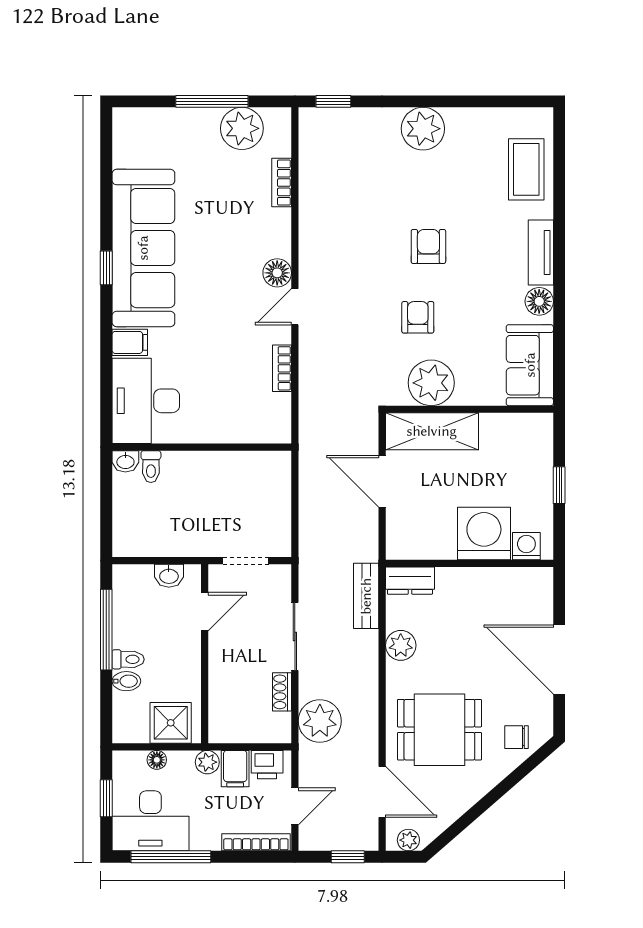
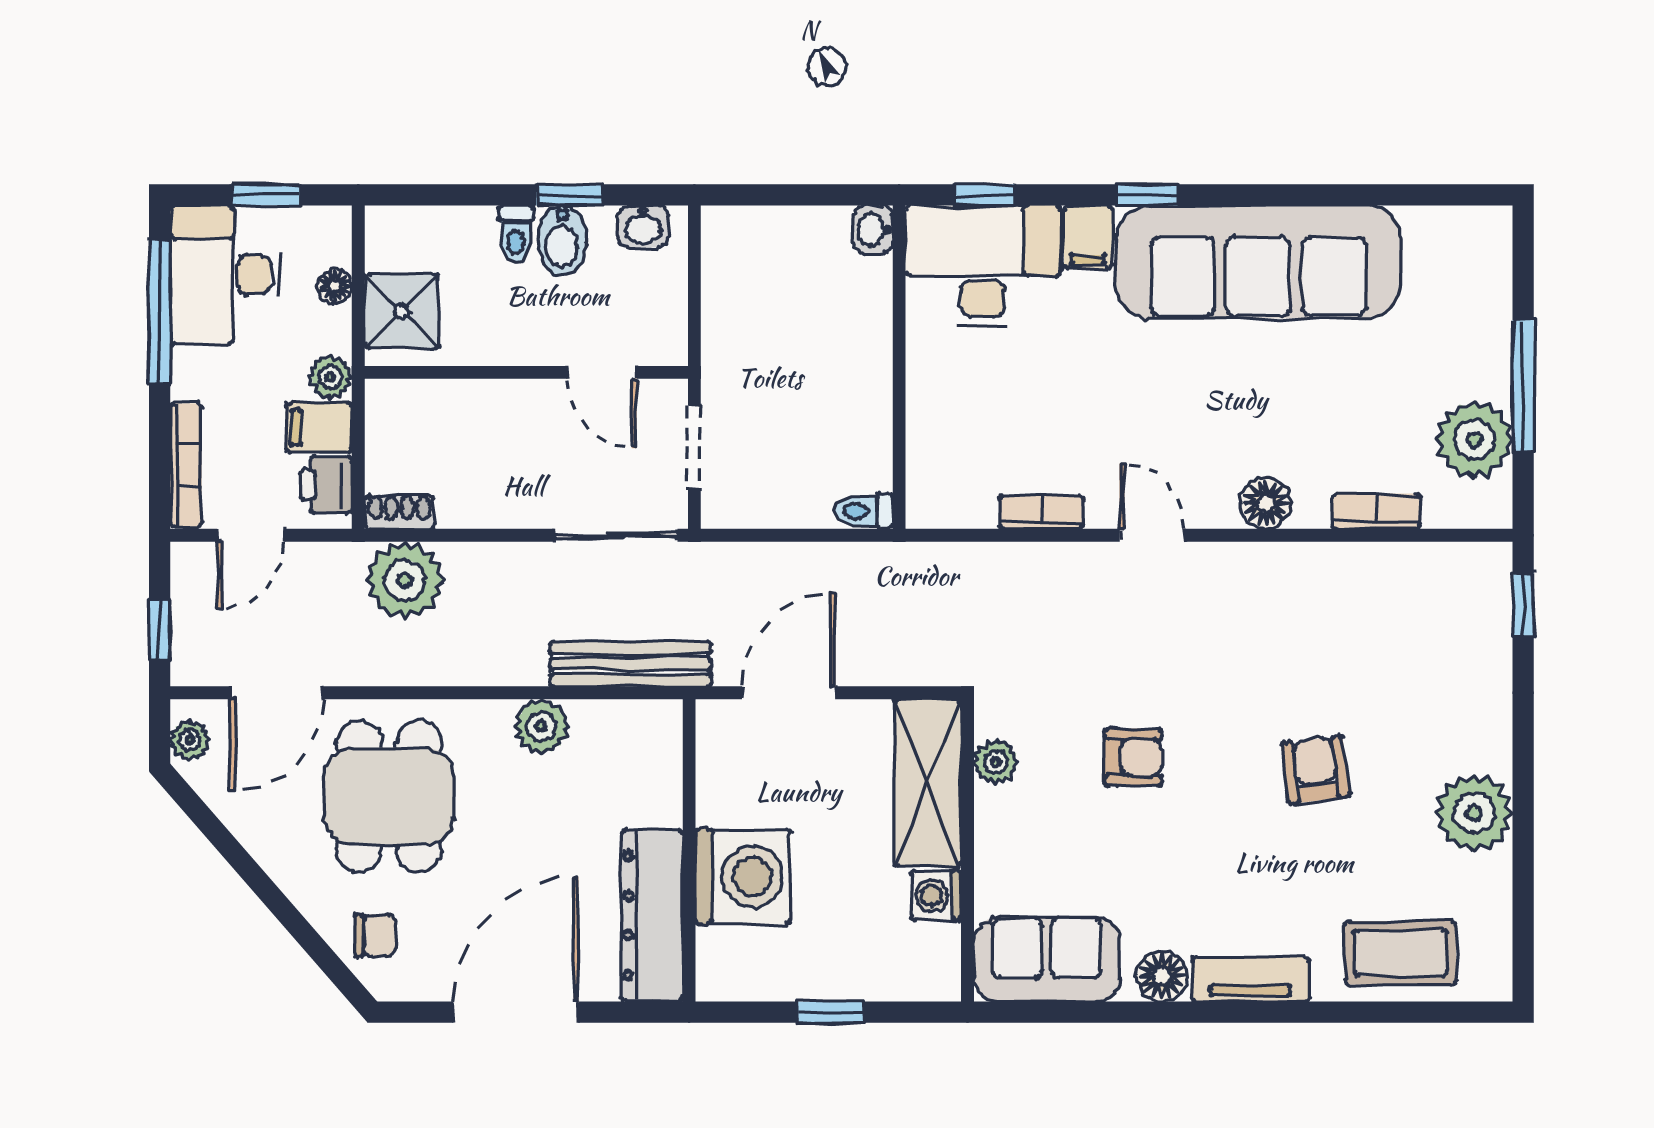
plant: (423, 129) -> (1474, 813), moved
armchair: (428, 246) -> (1315, 770), moved, turned -97
window: (106, 268) -> (1147, 195), moved
floor lamp: (277, 273) -> (1266, 503), moved
plant: (431, 383) -> (996, 762), width x0.53, depth x0.53
window: (106, 400) -> (984, 195), added
toilet: (151, 467) -> (864, 511), moved
door: (382, 481) -> (789, 693), moved
washing machine: (526, 546) -> (936, 895), moved, turned 180
washbasin: (169, 576) -> (643, 226), moved, turned -90
dresser: (410, 581) -> (652, 915), moved, width x1.96, depth x1.24
bench: (366, 596) -> (631, 664), width x1.36
window: (106, 630) -> (570, 195), width x0.46
sliding door: (295, 637) -> (616, 535), moved
bidet: (126, 681) -> (562, 240), moved, width x1.38, depth x1.36
shoe rack: (282, 692) -> (399, 512), moved
chair: (516, 737) -> (376, 935), turned 90
door: (295, 806) -> (251, 535), hinge flipped

